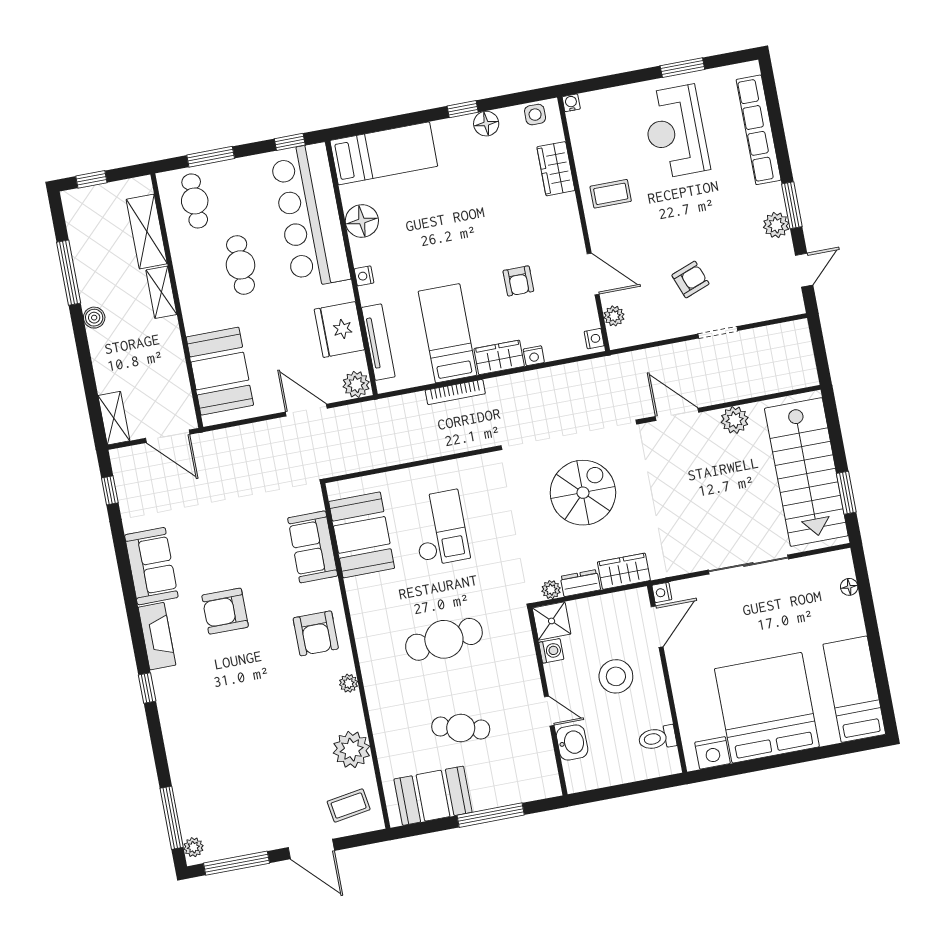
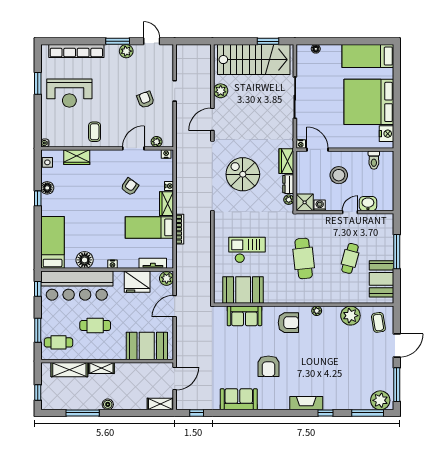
armchair: (518, 281) -> (130, 187), turned -55
tv unit: (378, 342) -> (153, 263), width x0.71
fireplace: (157, 636) -> (306, 403), moved
window: (147, 688) -> (326, 413), moved
plant: (193, 847) -> (380, 400), width x1.87, depth x1.87

